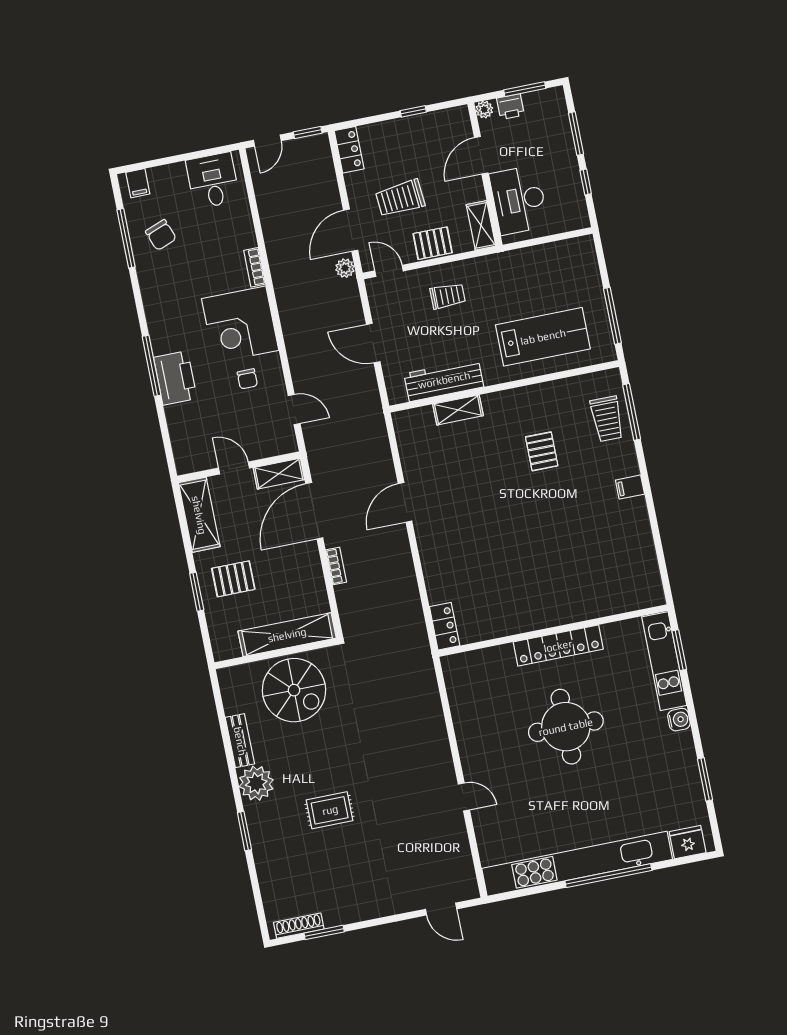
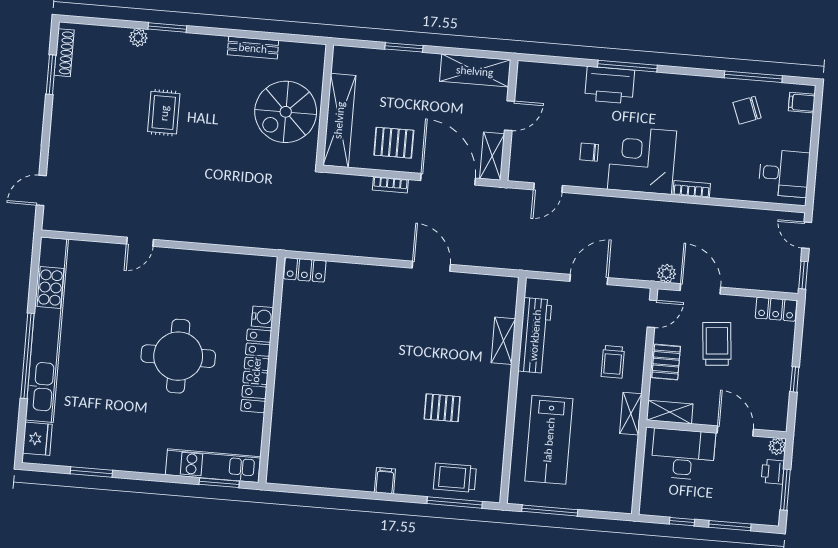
shelving: (494, 263) -> (631, 414), added
pallet: (233, 579) -> (394, 143), moved, turned 90
water cooler: (679, 720) -> (262, 317), moved, turned -90
plant: (256, 783) -> (138, 37), moved, width x0.53, depth x0.53

